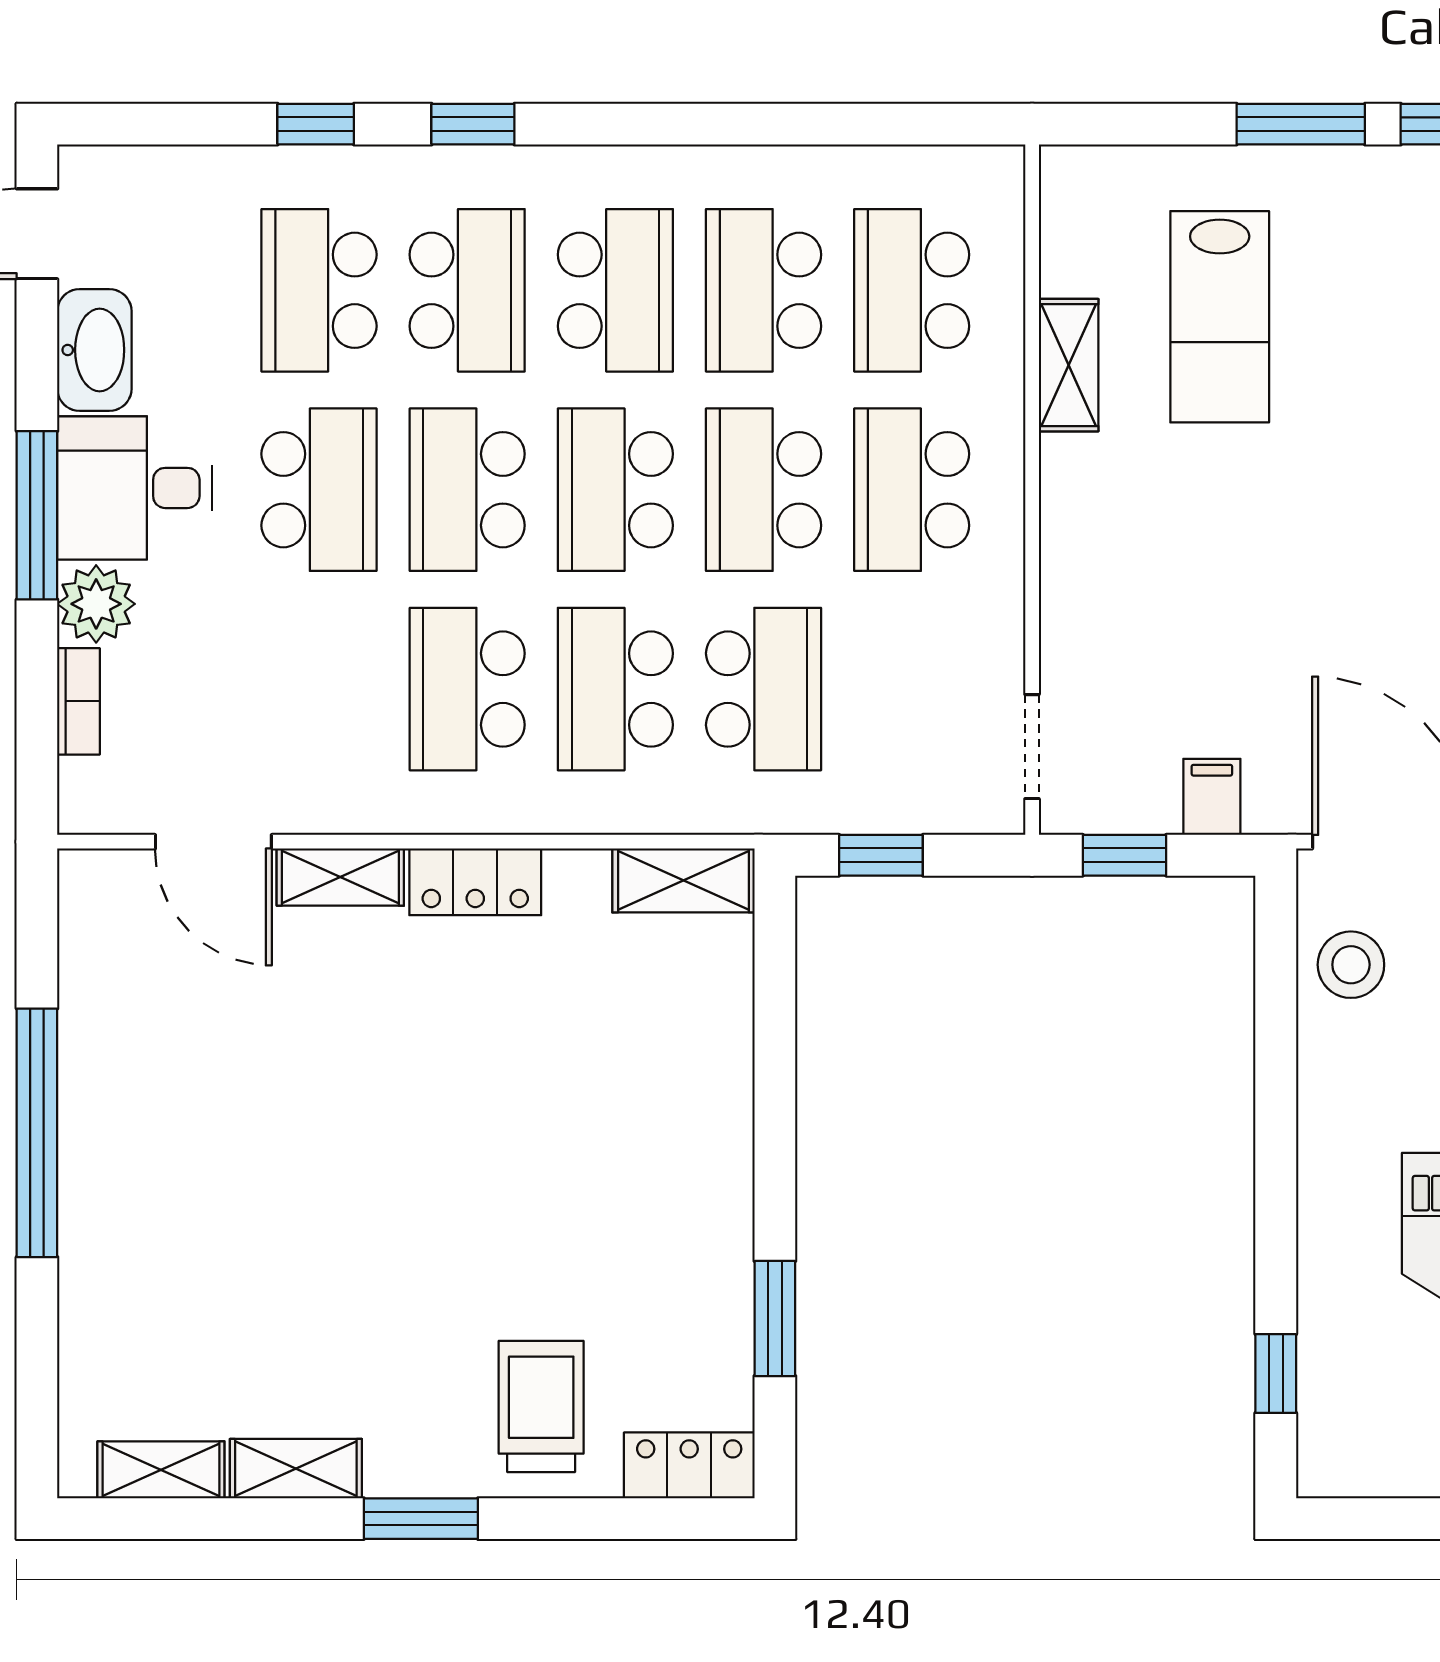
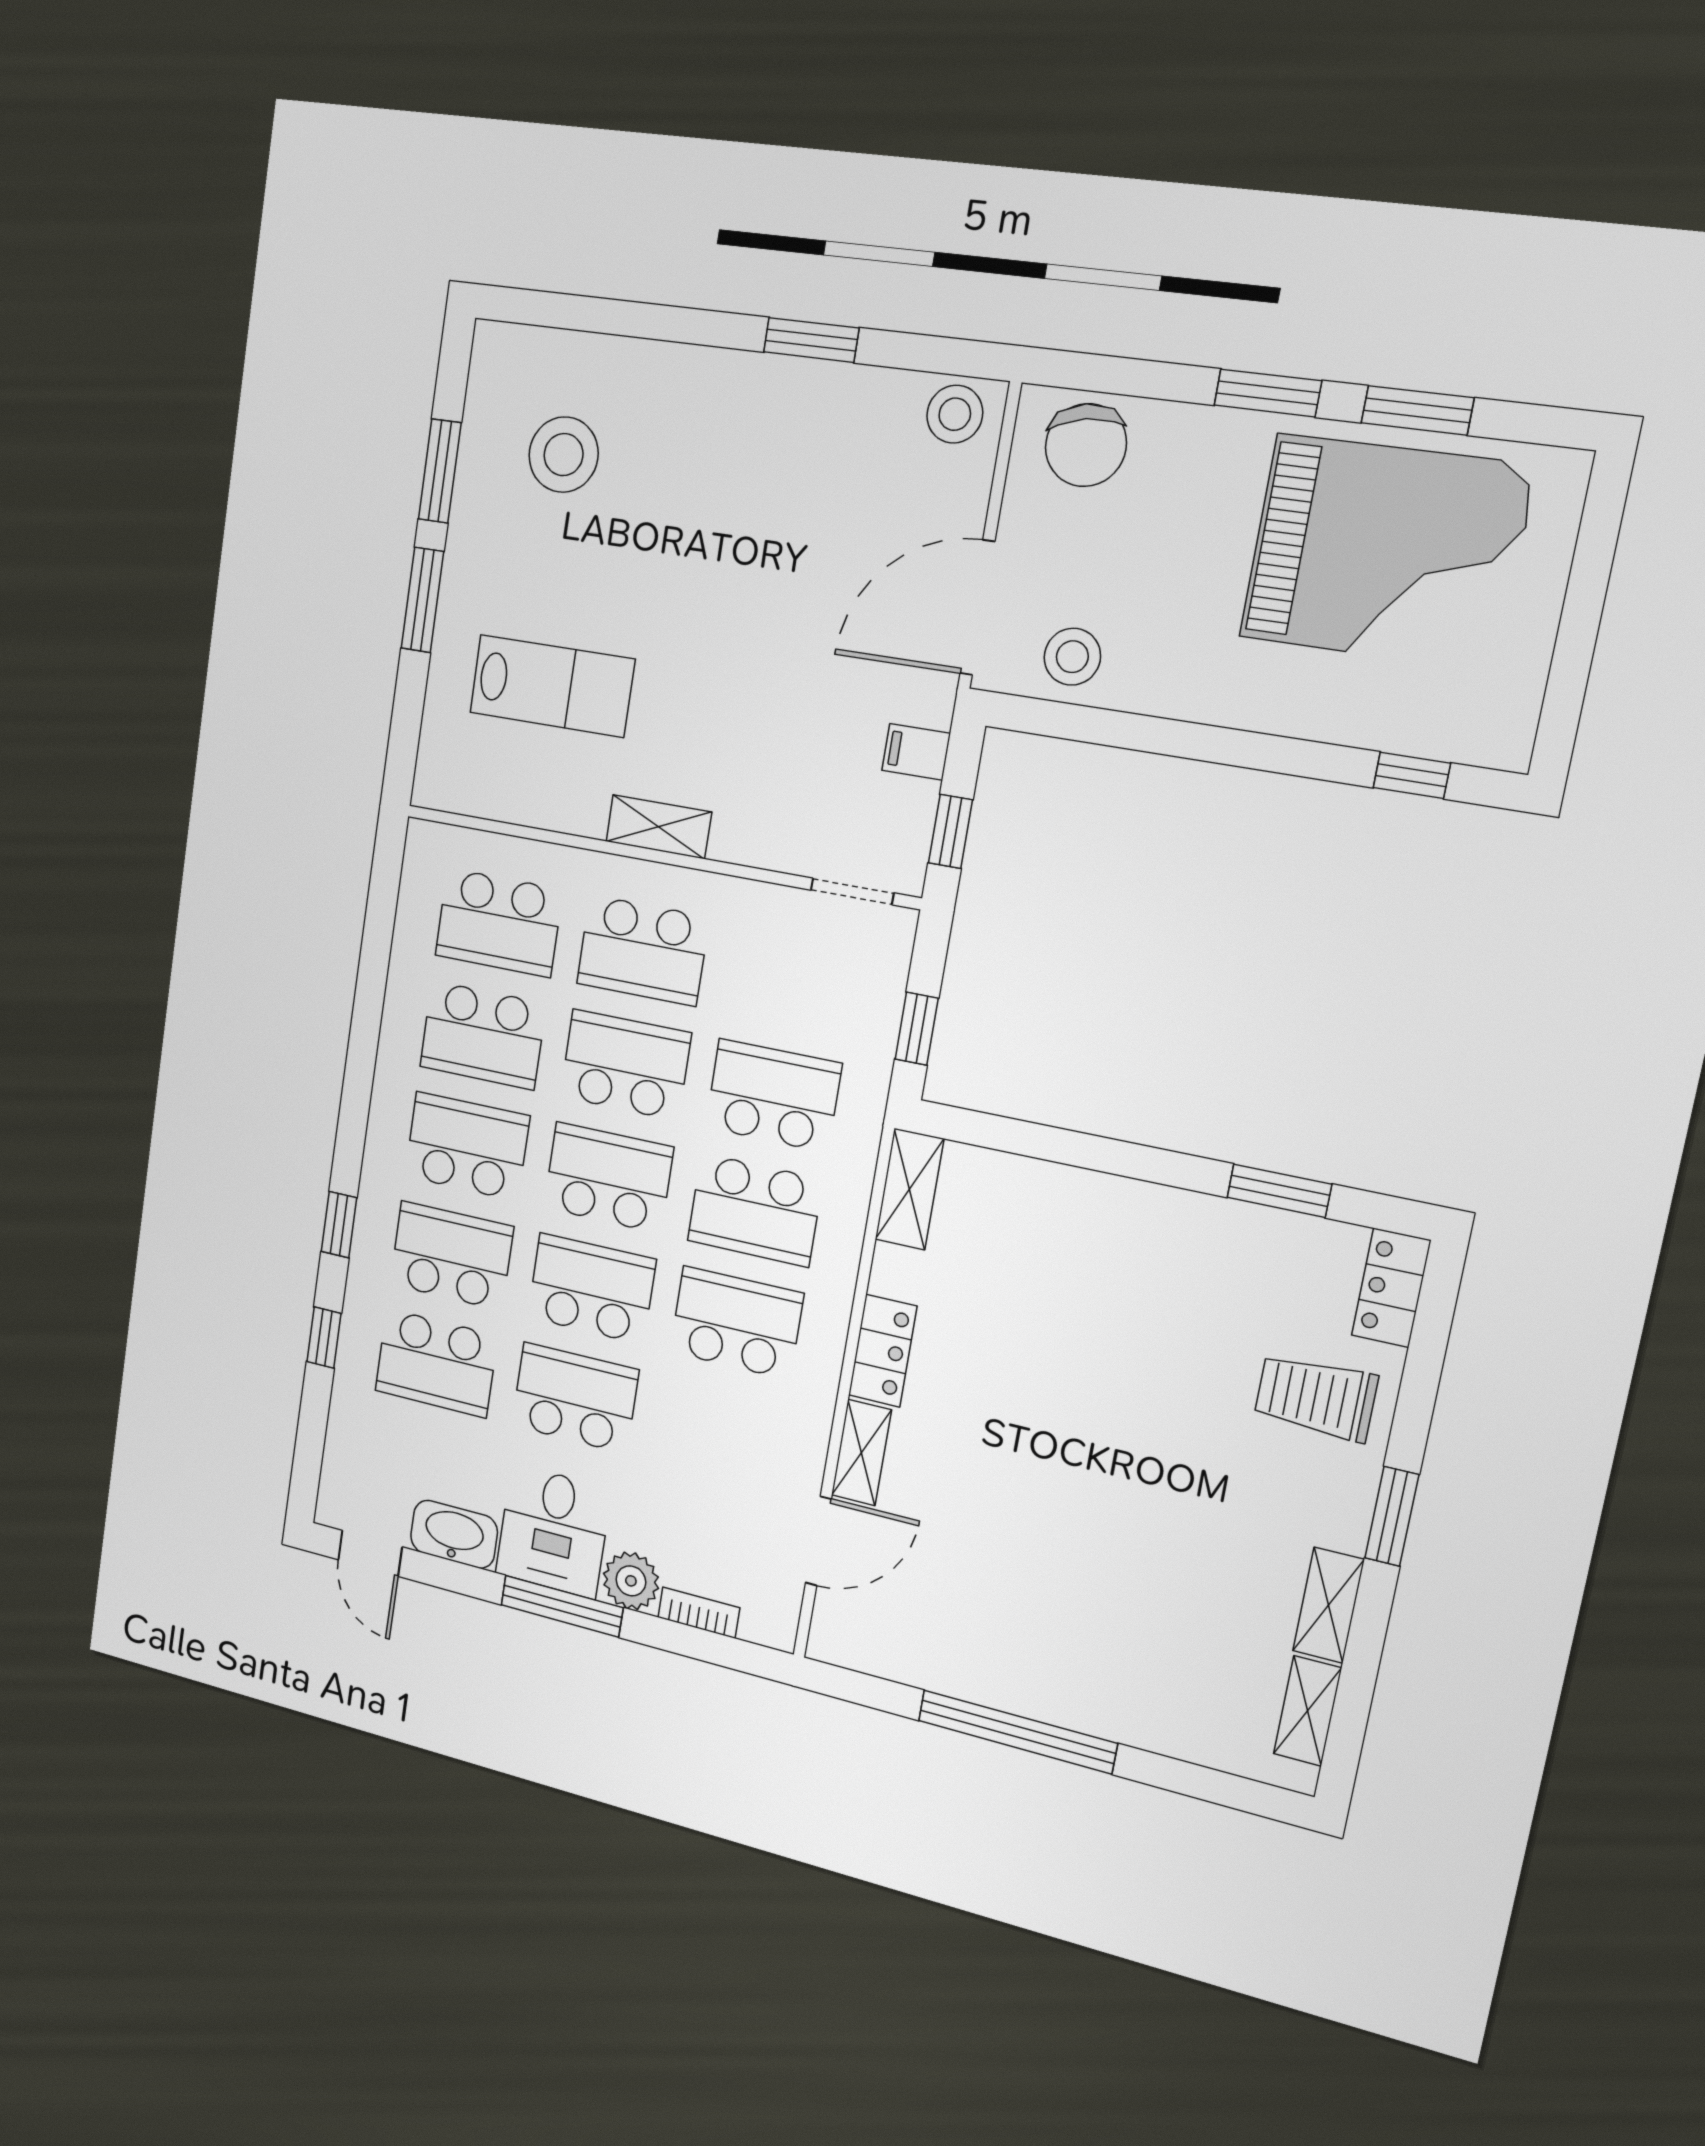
shelving: (1069, 365) -> (659, 827), moved
school desk: (467, 490) -> (591, 1288), turned 180
school desk: (615, 490) -> (608, 1178), turned 180
school desk: (764, 490) -> (625, 1065), turned 180
school desk: (467, 689) -> (736, 1323), turned 180

